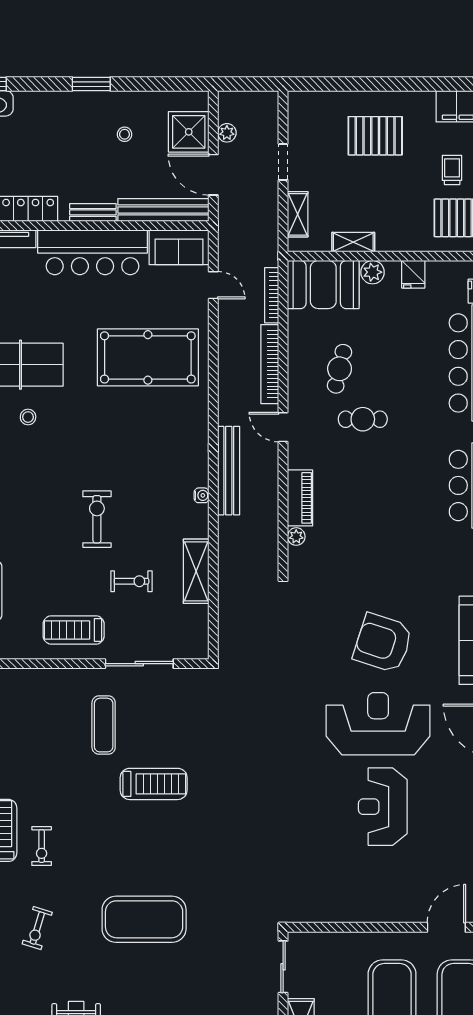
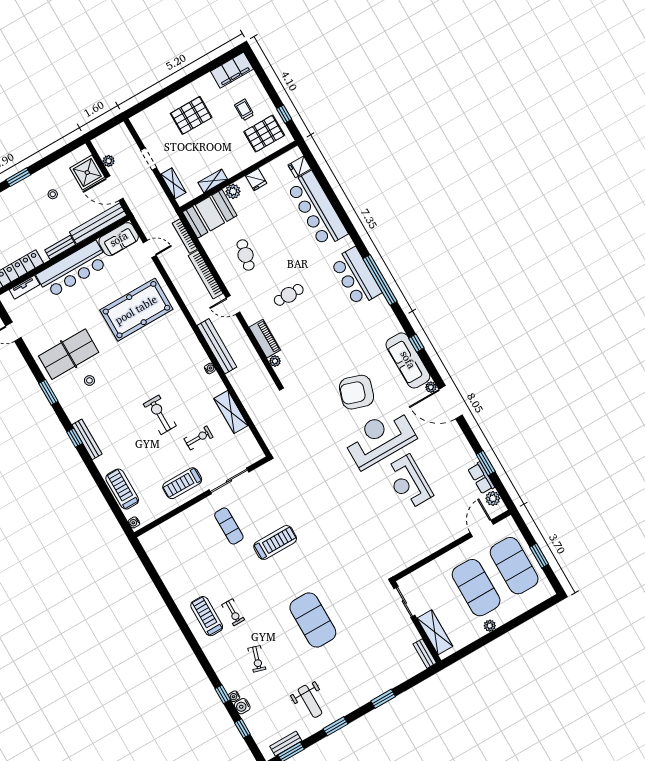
cafe table: (363, 419) -> (289, 295), moved
exercise mat: (144, 919) -> (313, 620), turned 90

